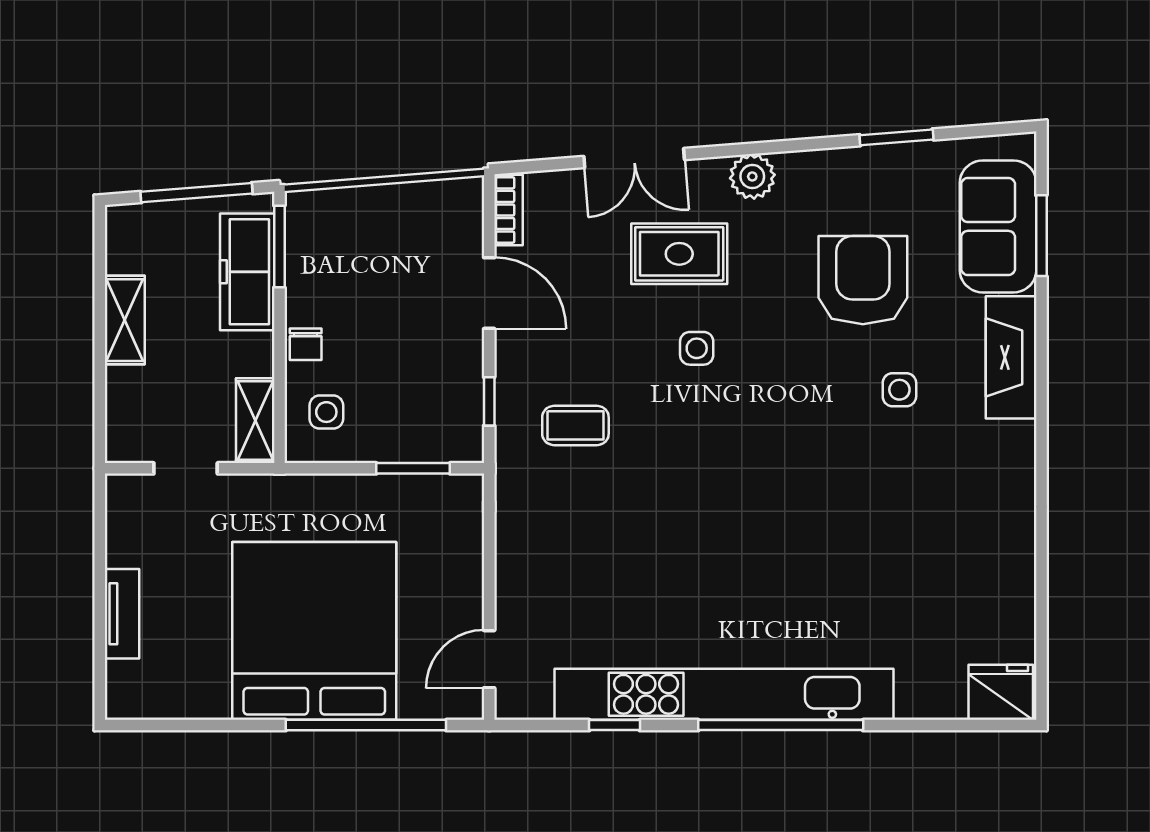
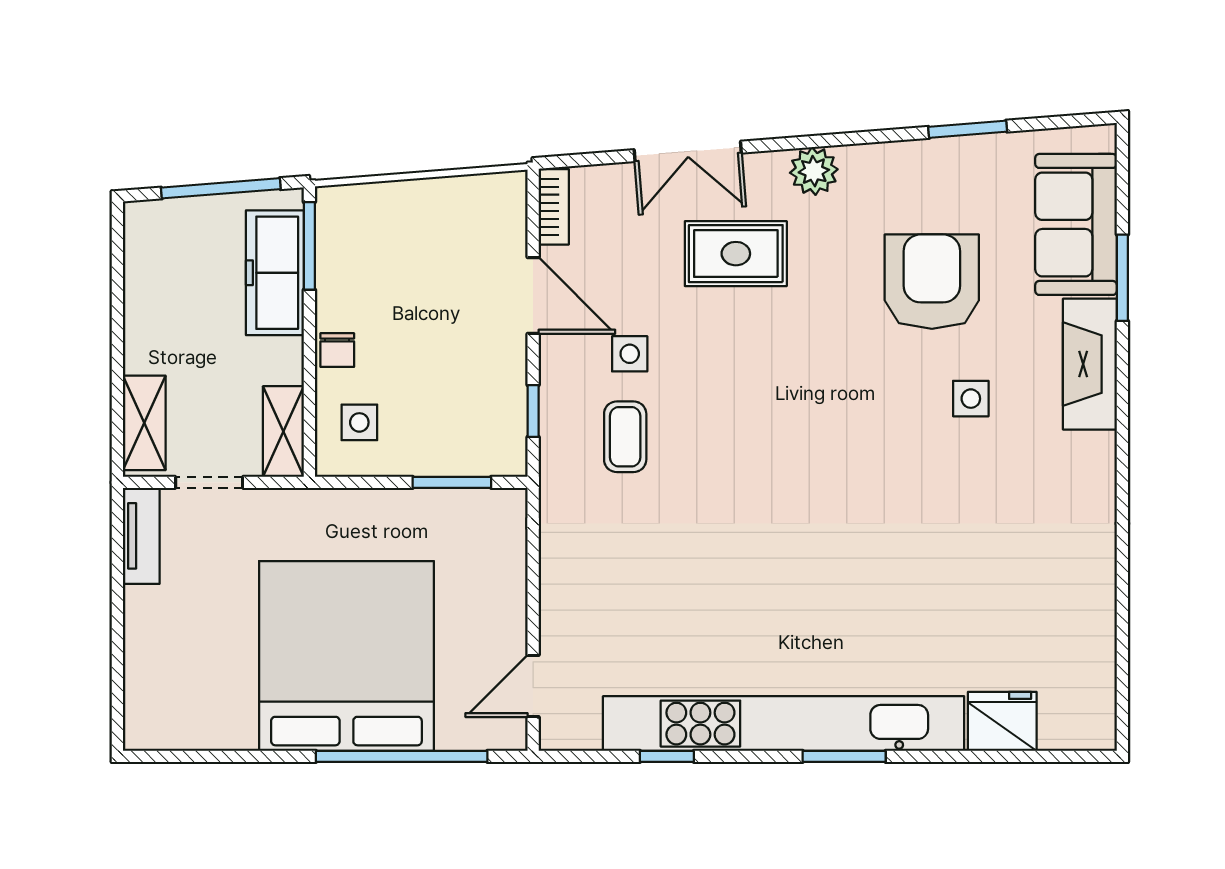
window: (1041, 236) -> (1122, 278), moved
shelving: (125, 320) -> (144, 423), moved
side table: (697, 348) -> (630, 354), moved
coffee table: (575, 425) -> (625, 437), turned 90
tv unit: (122, 614) -> (141, 536), moved
fridge: (1001, 692) -> (1002, 721), moved
window: (781, 725) -> (844, 756), width x0.47

